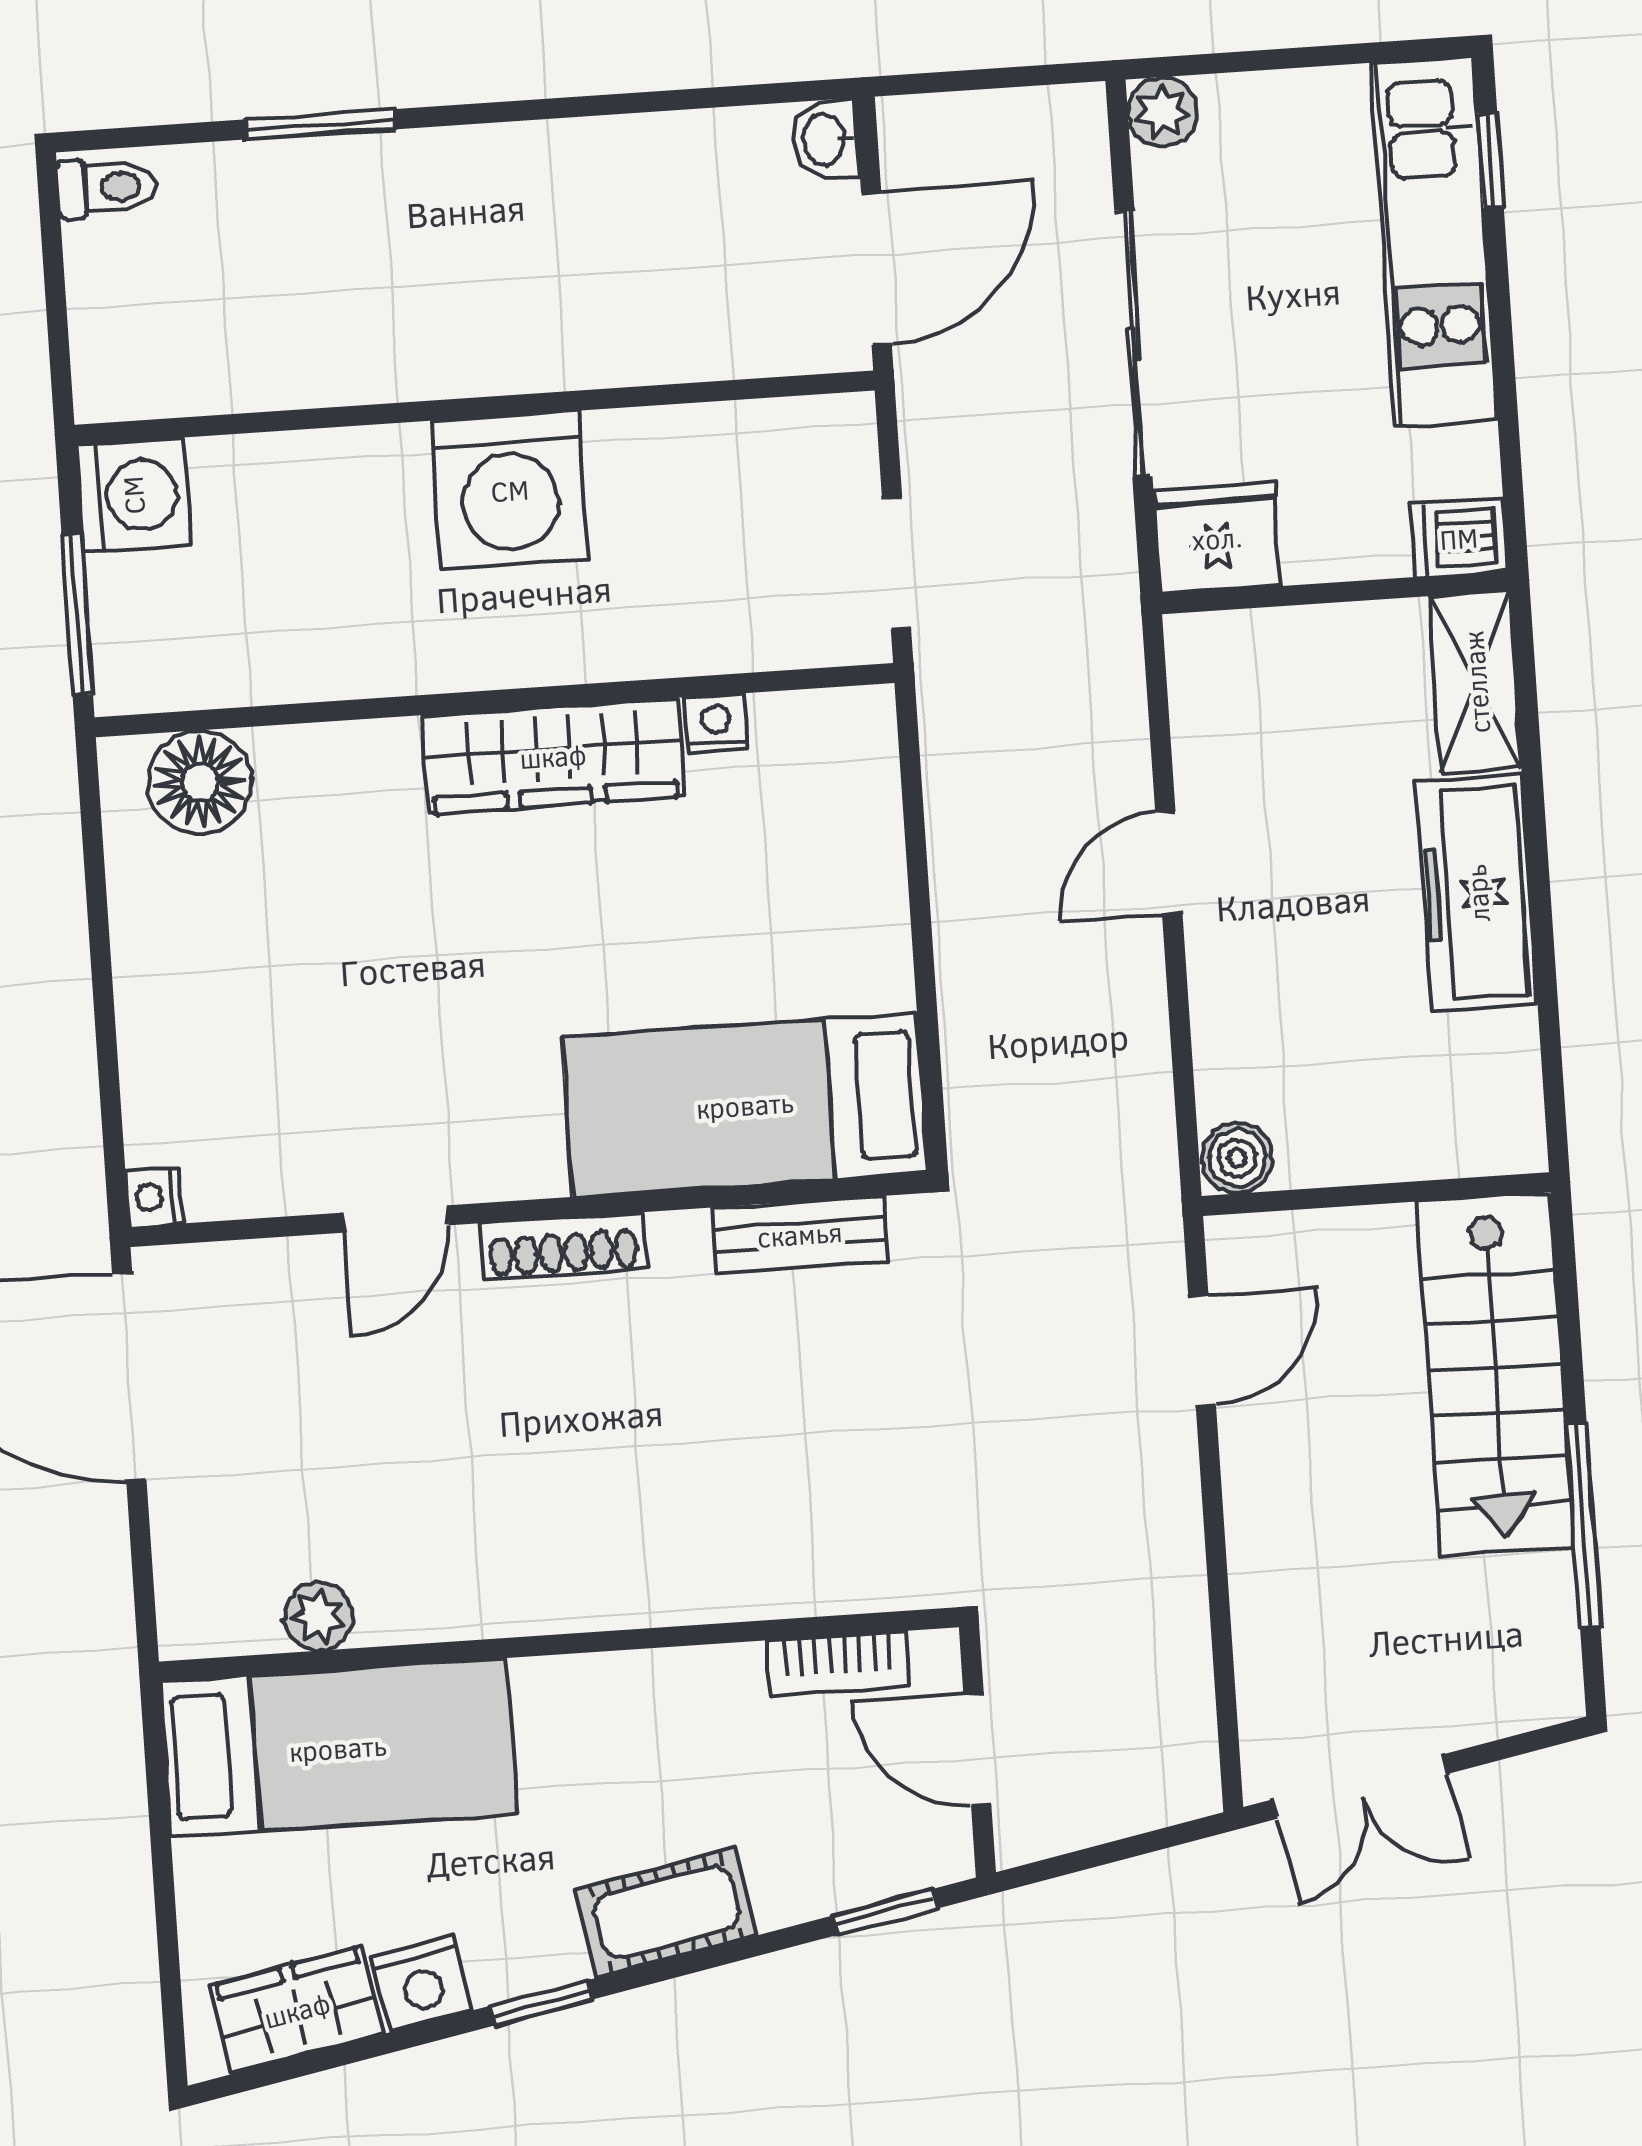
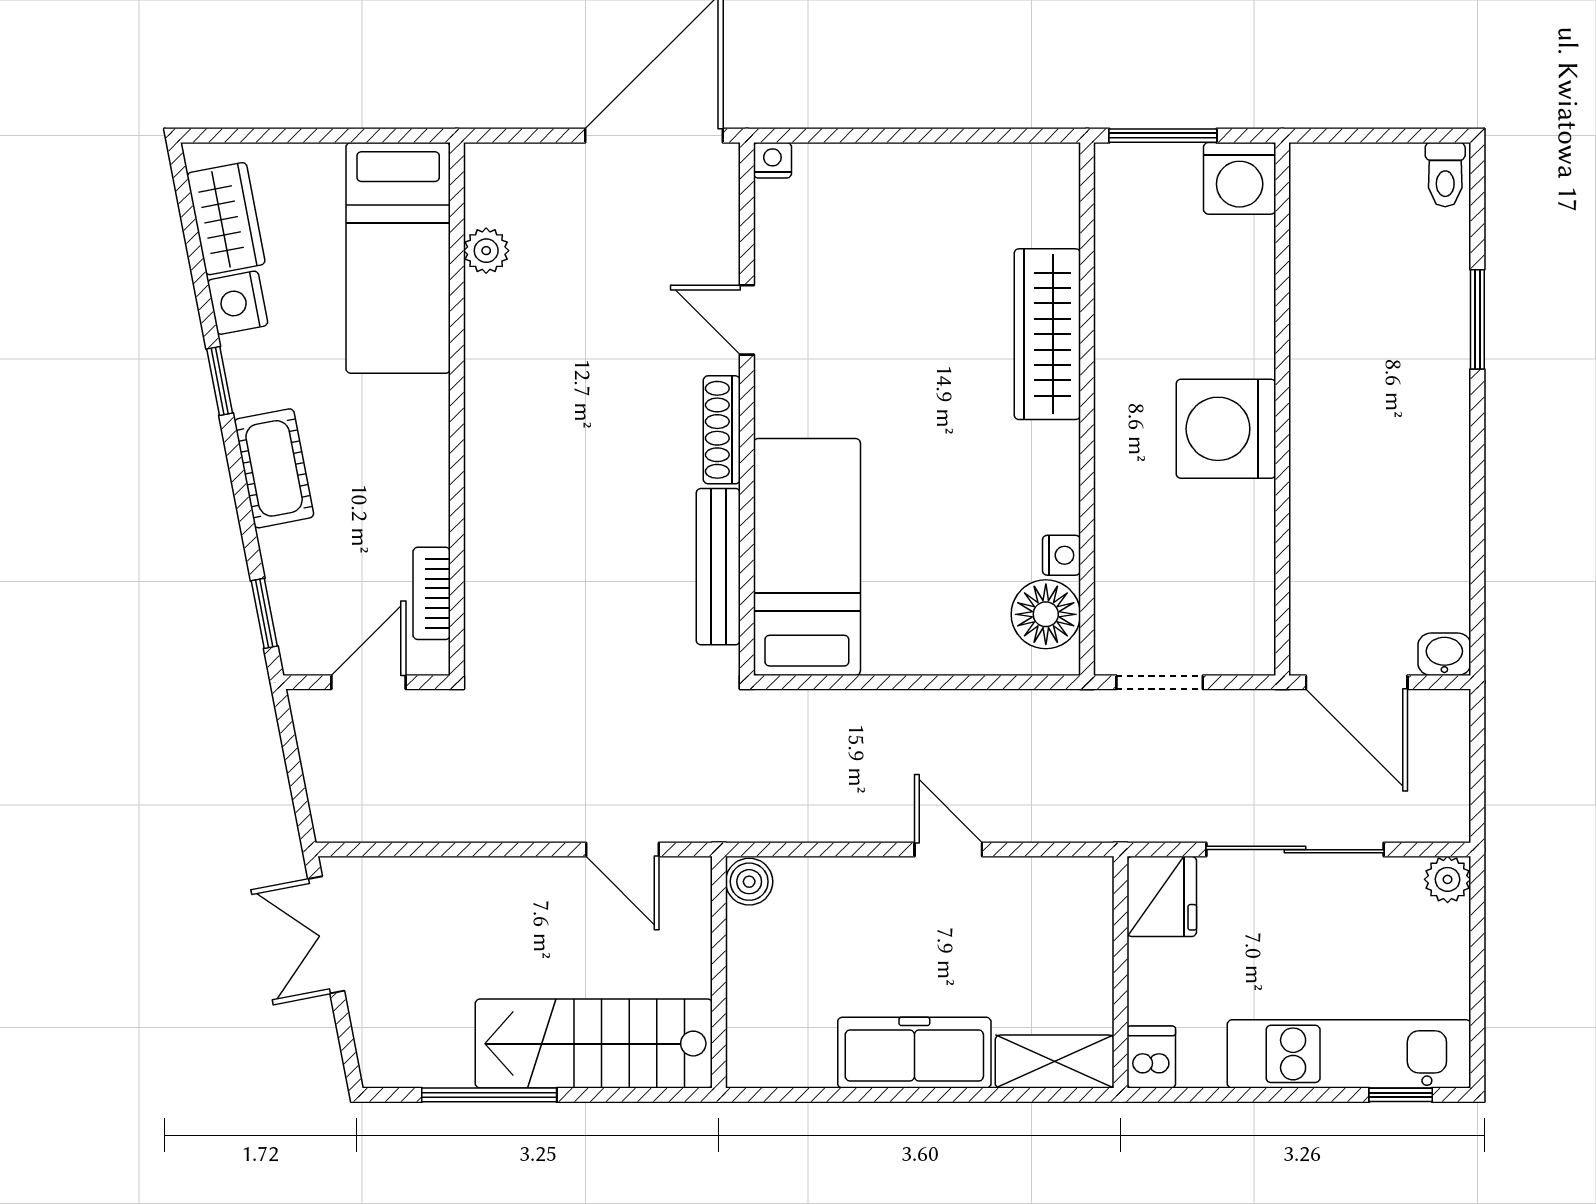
wardrobe: (553, 756) -> (1047, 334), moved
floor lamp: (200, 782) -> (1046, 614), moved
bench: (800, 1234) -> (718, 567), width x1.36

